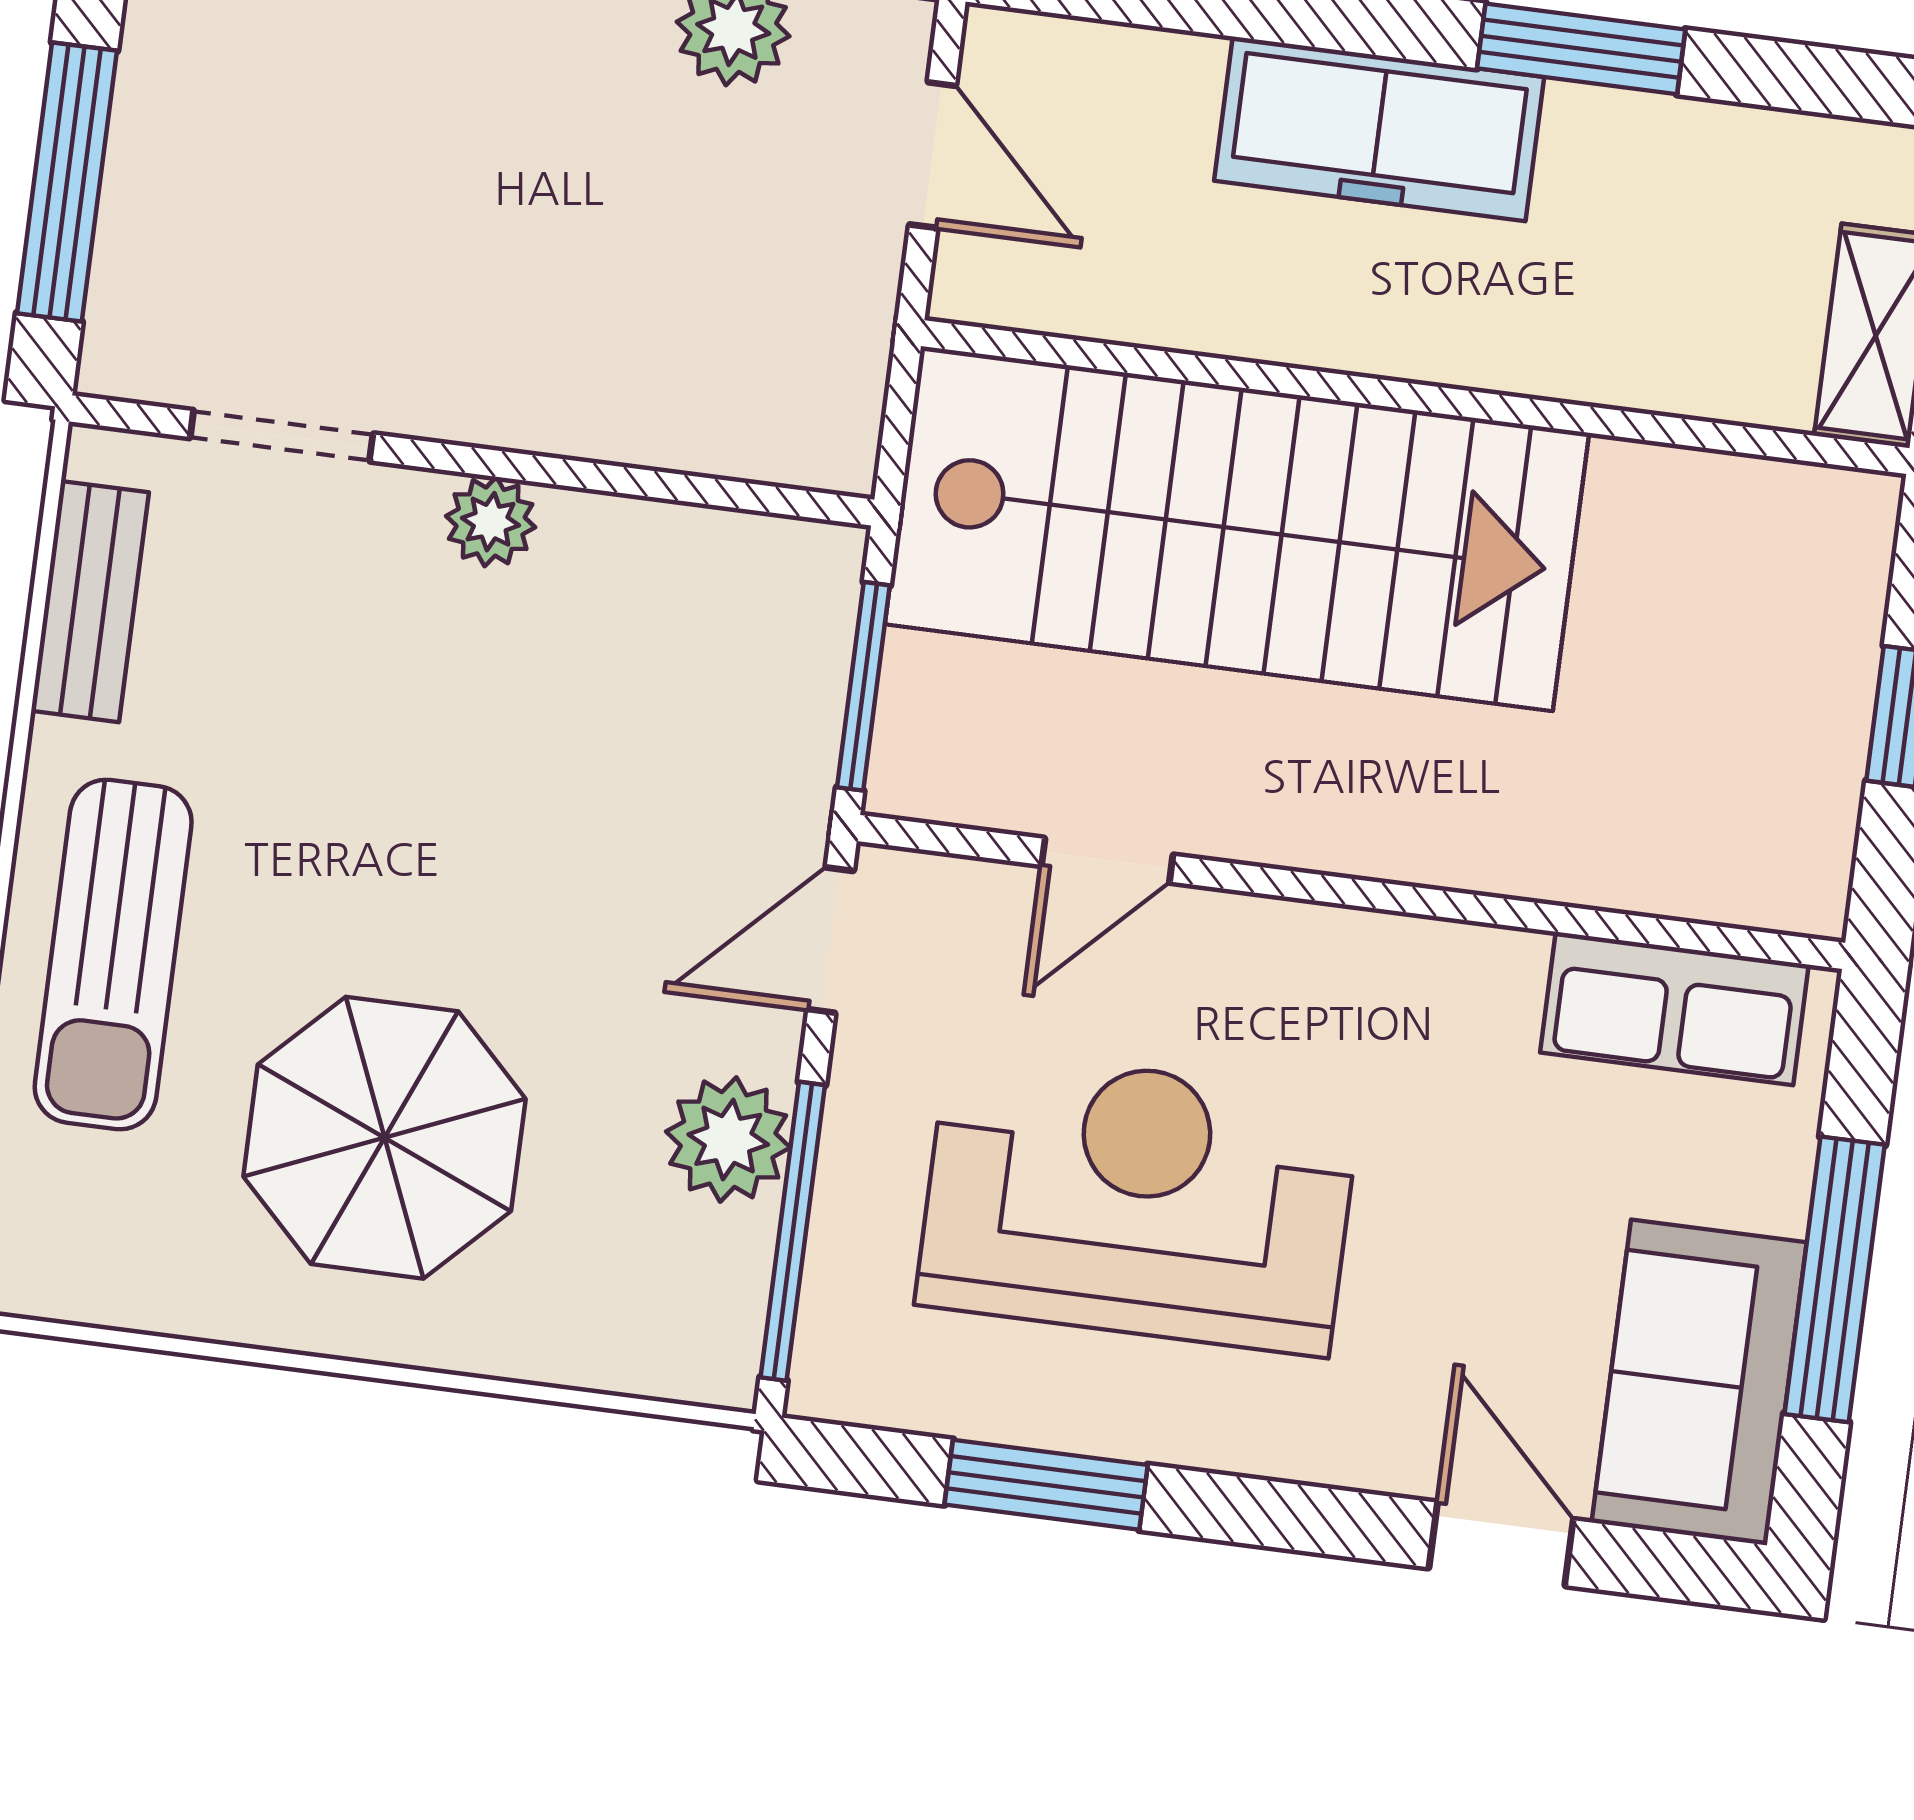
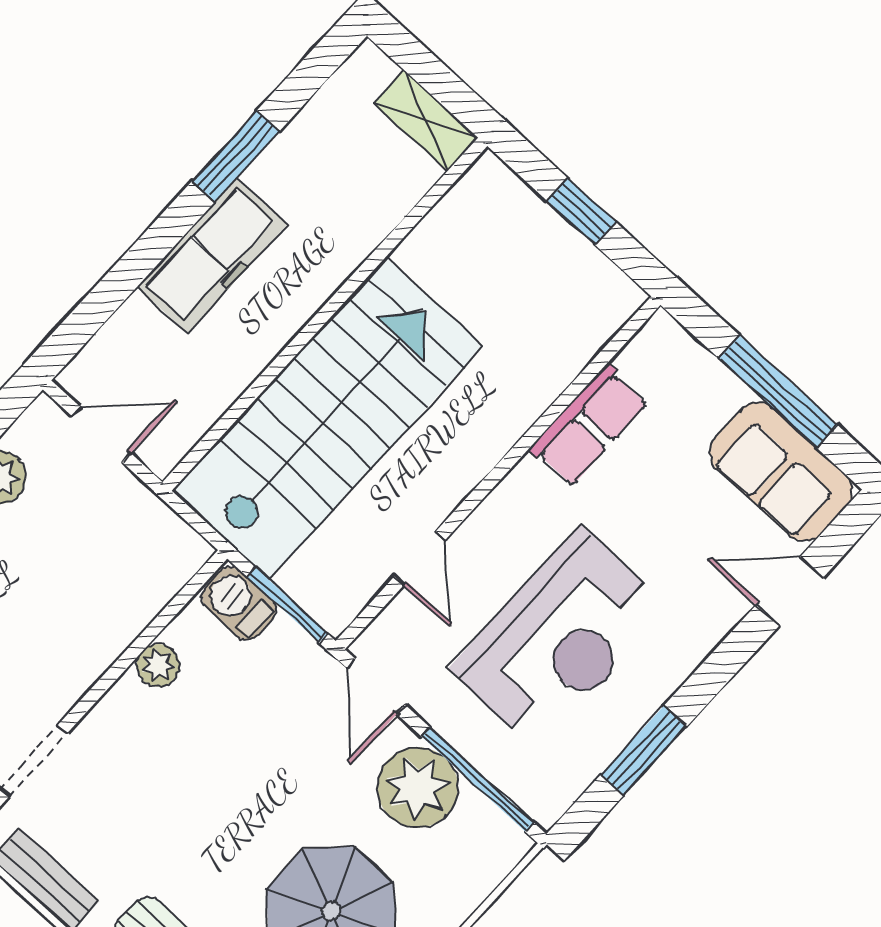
plant: (491, 522) -> (158, 665), moved
barbecue: (807, 601) -> (239, 603), added
row of seats: (1674, 1009) -> (589, 425), moved
plant: (728, 1139) -> (418, 787), width x1.36, depth x1.36
reception desk: (1138, 1201) -> (560, 638), turned 180

